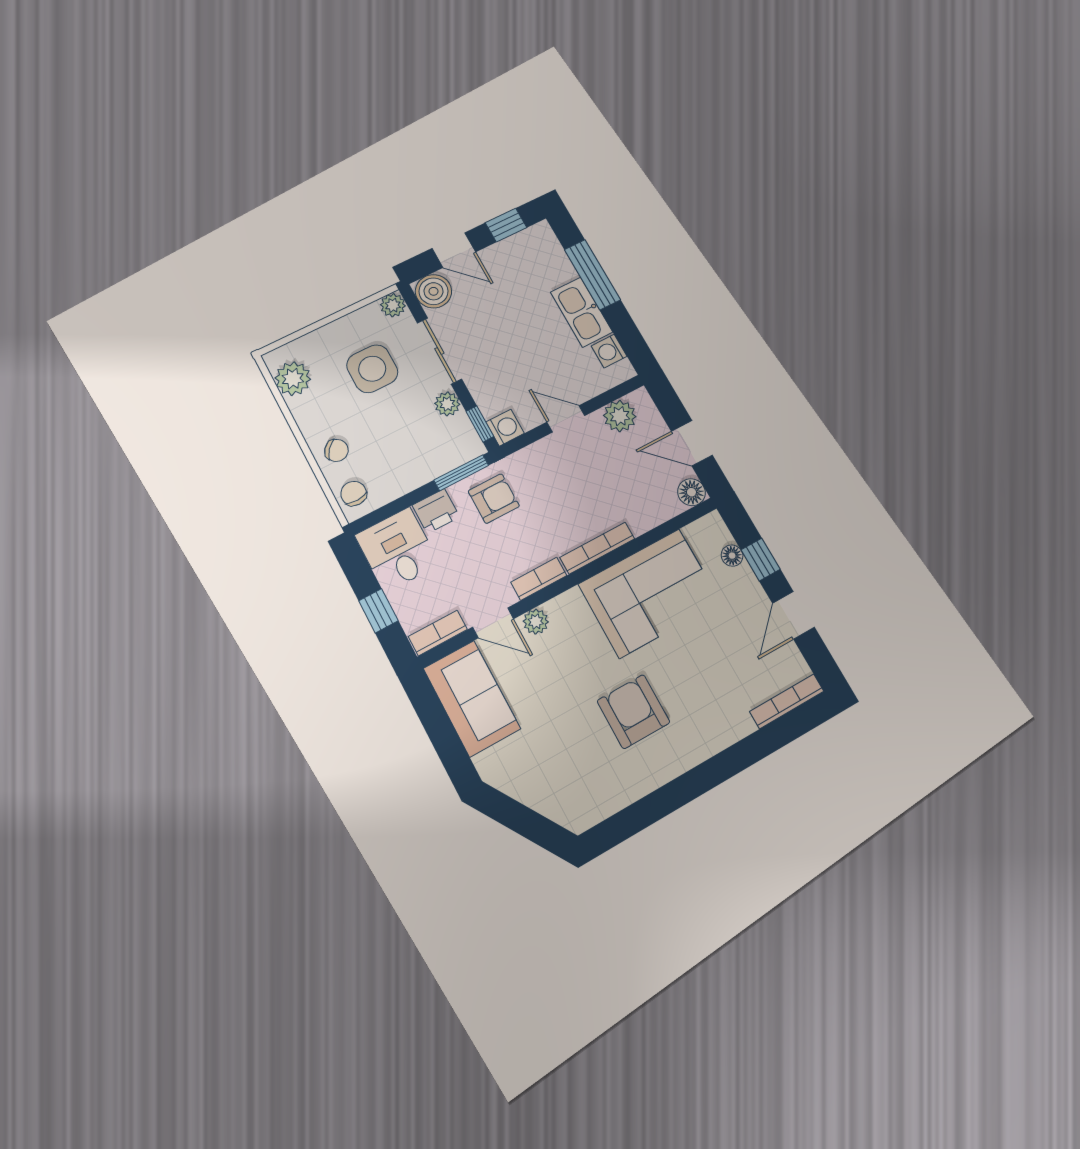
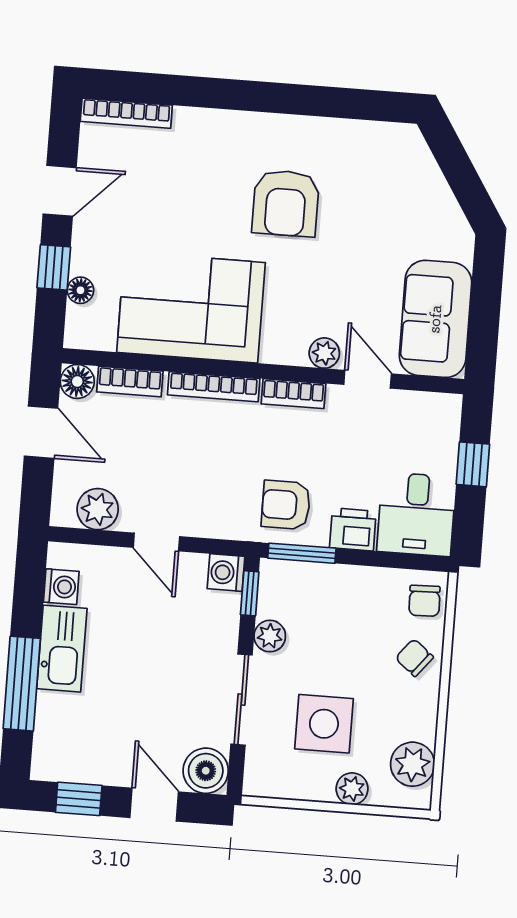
plant: (393, 305) -> (352, 789), moved
bookcase: (438, 633) -> (130, 381), moved

